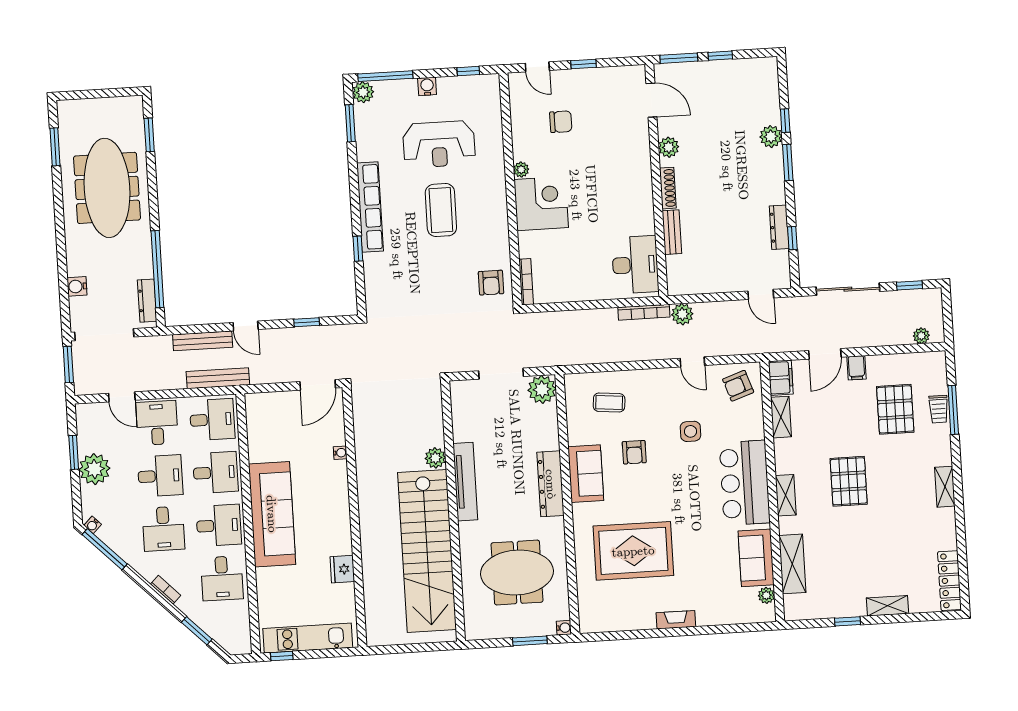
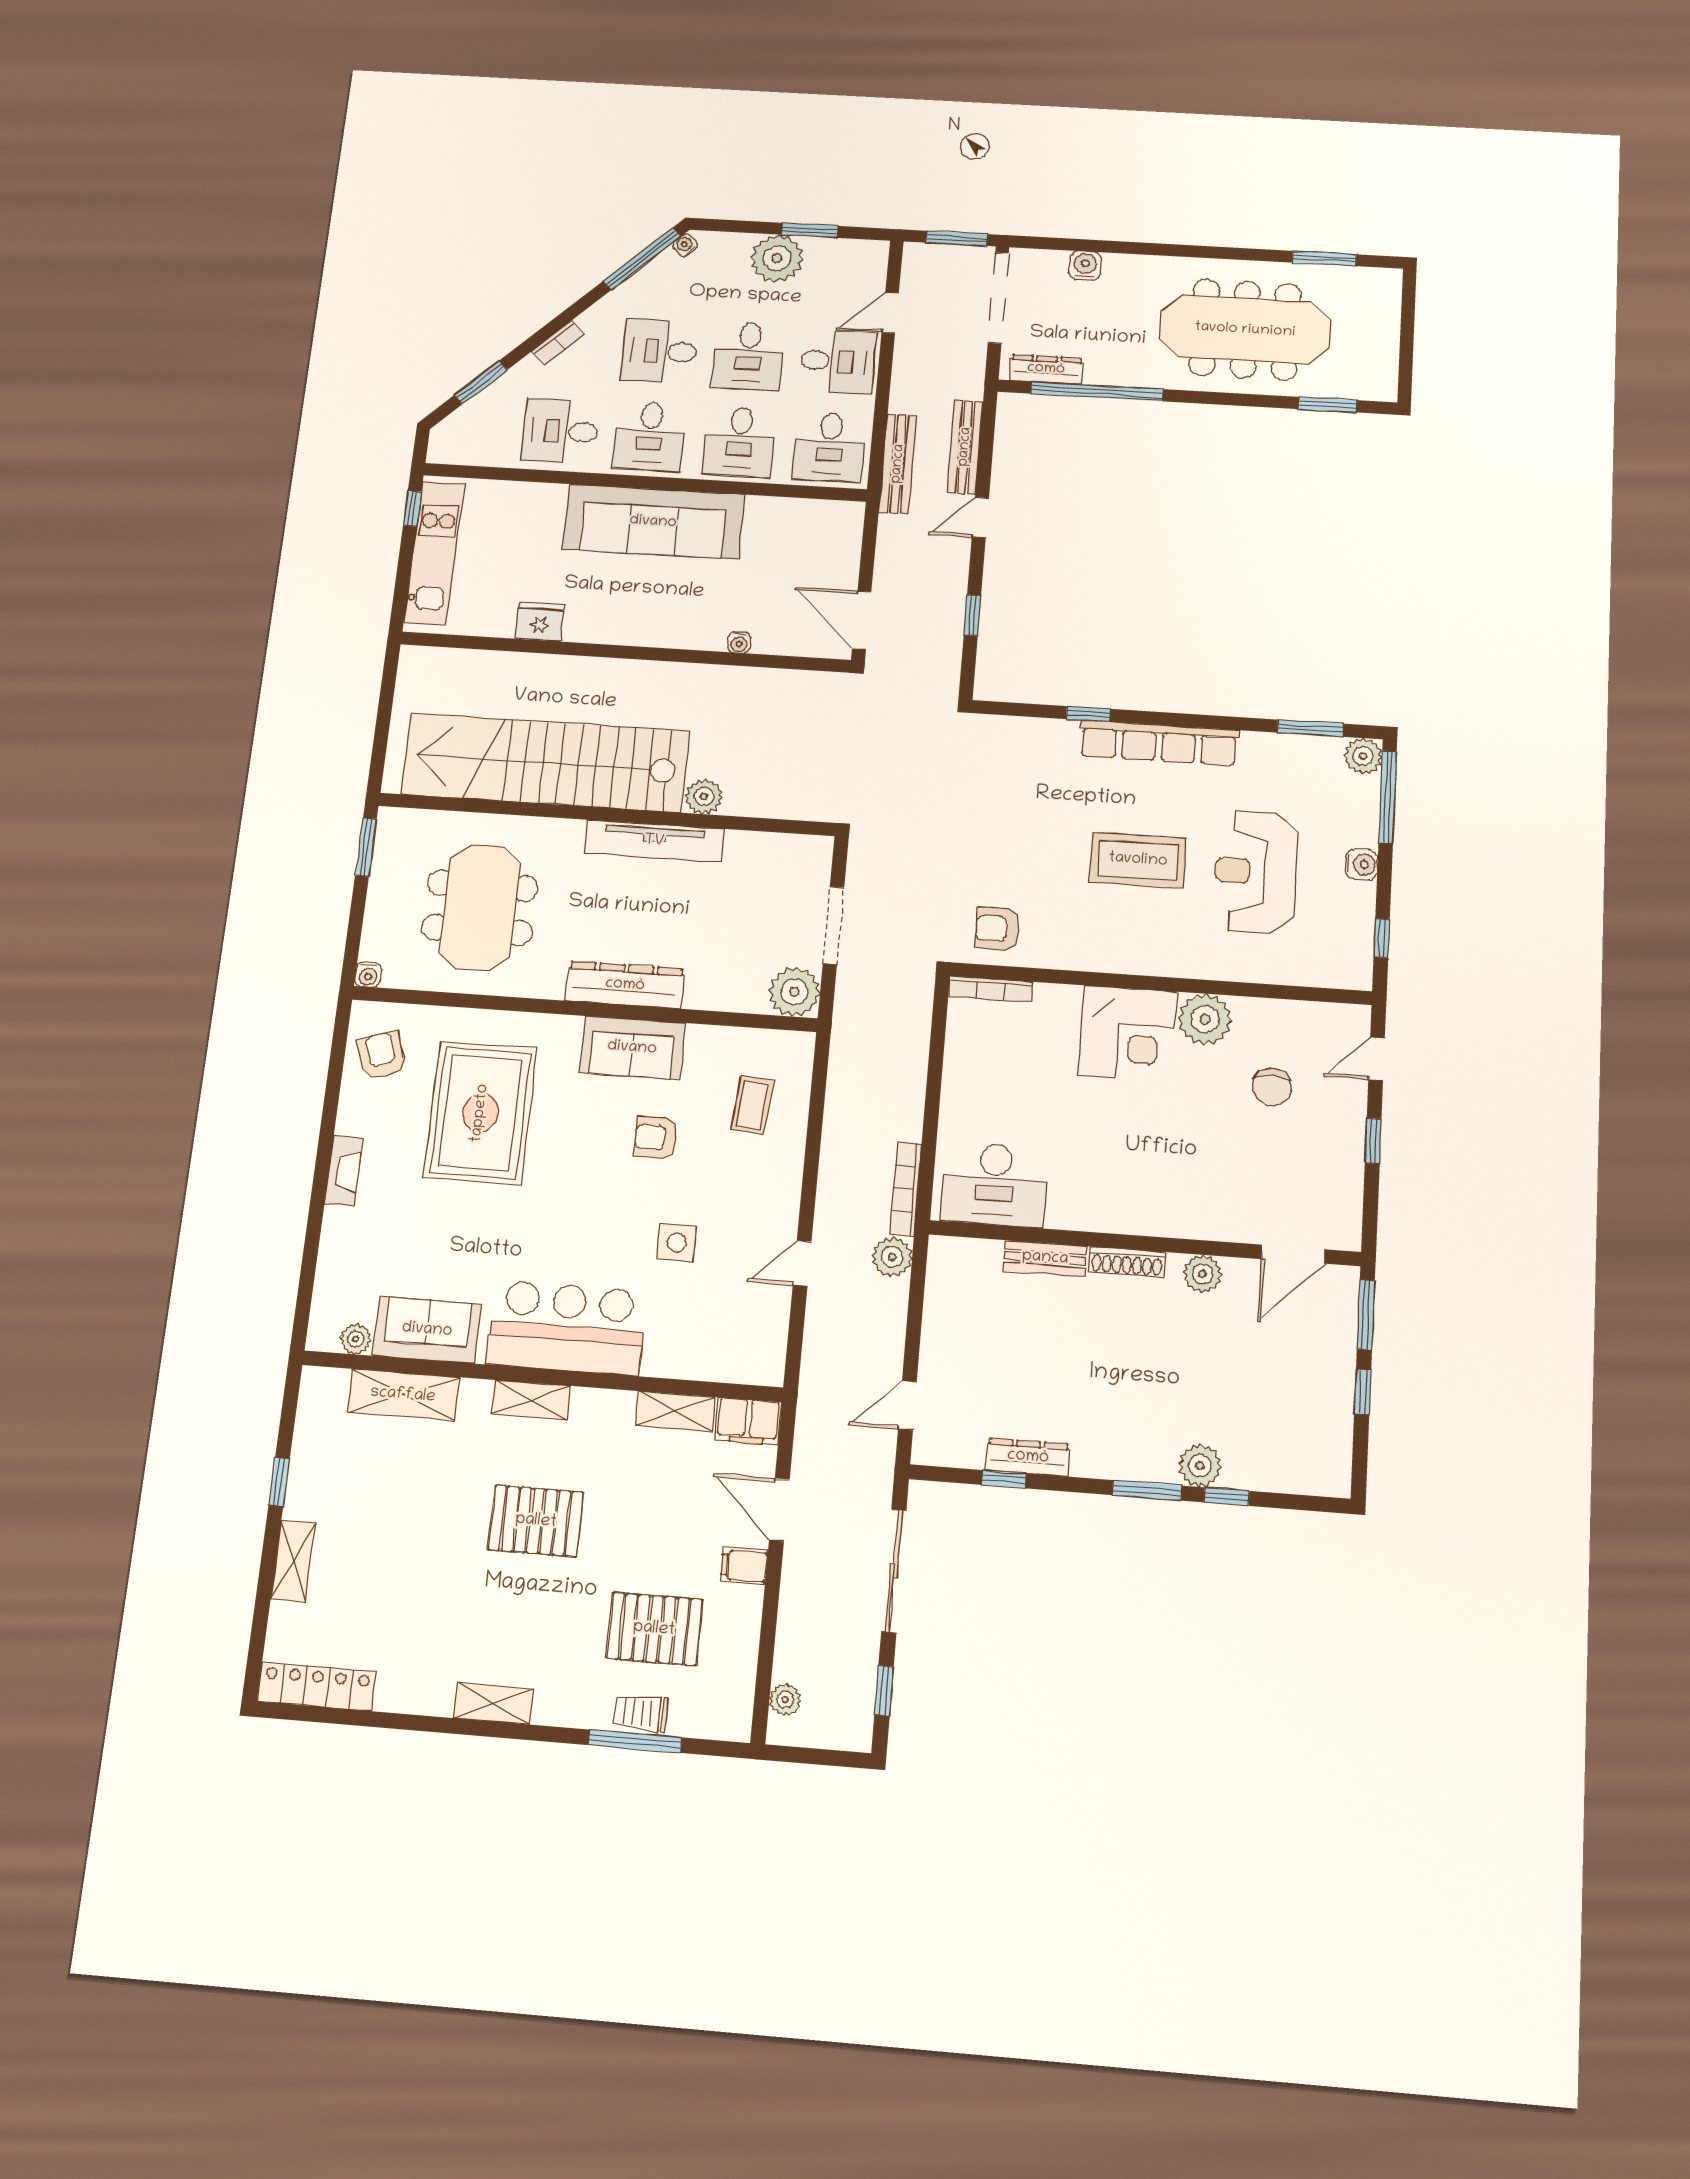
plant: (521, 170) -> (1205, 1019), width x1.88, depth x1.88
armchair: (738, 386) -> (382, 1055), moved
window: (530, 641) -> (366, 847), moved

